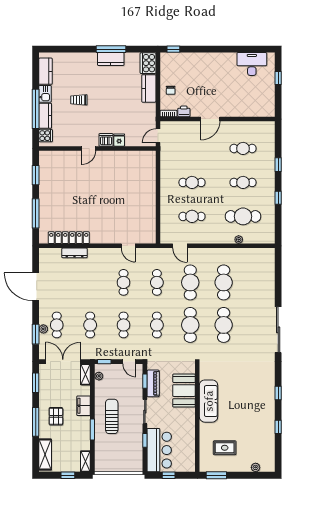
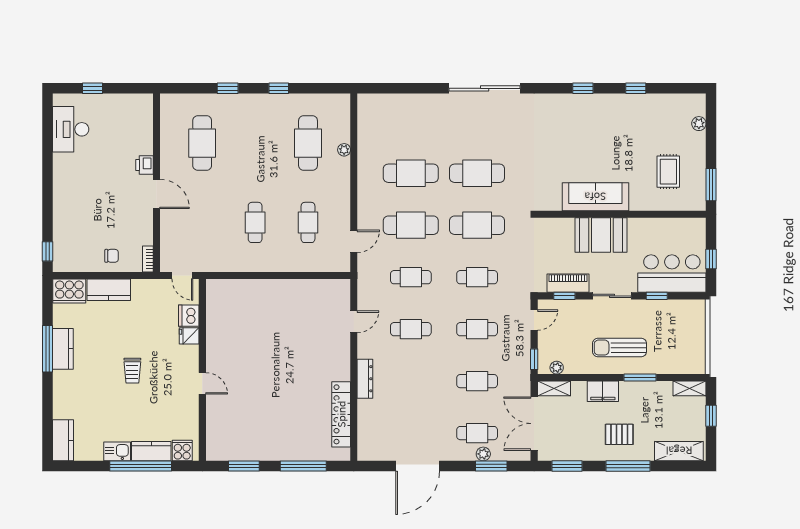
kitchen counter: (45, 71) -> (63, 440), moved, turned 90
trolley: (79, 100) -> (132, 371), moved
printer: (184, 111) -> (145, 165), moved
dishwasher: (106, 140) -> (189, 316), moved
cafe table: (243, 148) -> (202, 143), width x1.37, depth x1.35
cafe table: (243, 182) -> (255, 143), removed
dresser: (74, 253) -> (365, 379), moved
booth: (184, 391) -> (601, 235), moved

